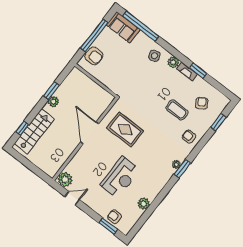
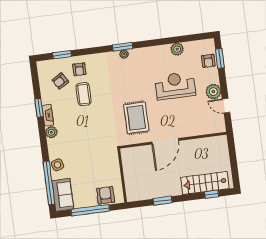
side table: (154, 56) -> (57, 165), moved
plant: (53, 102) -> (169, 191), removed
armchair: (189, 137) -> (79, 69), moved
plant: (65, 180) -> (213, 92), moved

